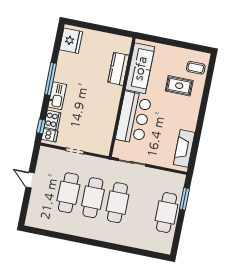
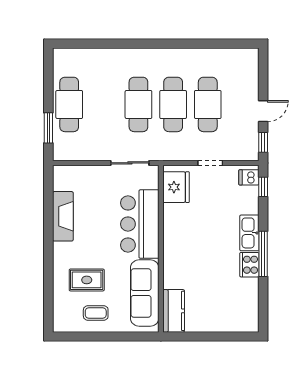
fridge: (71, 41) -> (176, 187), moved, turned 180
coffee table: (196, 68) -> (96, 313), moved
kitchen counter: (119, 69) -> (174, 311), moved
cooker: (52, 120) -> (249, 265), moved
fireplace: (184, 148) -> (63, 216), moved
window: (35, 158) -> (263, 142), added
door: (30, 180) -> (263, 111), hinge flipped

